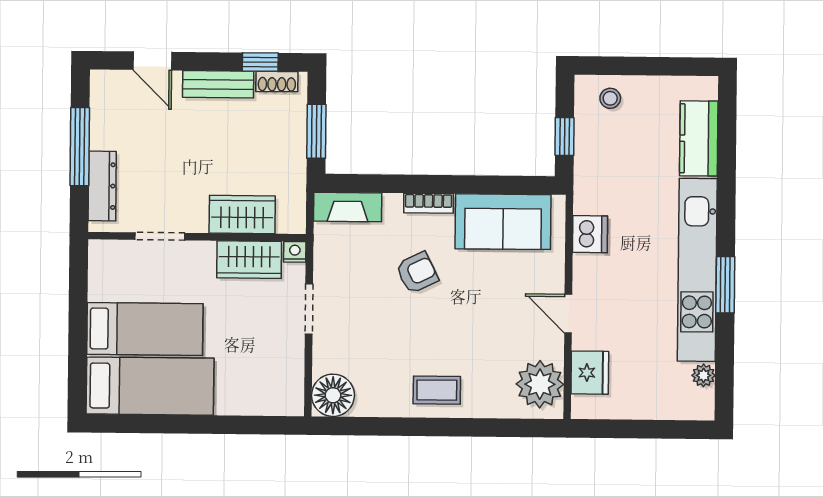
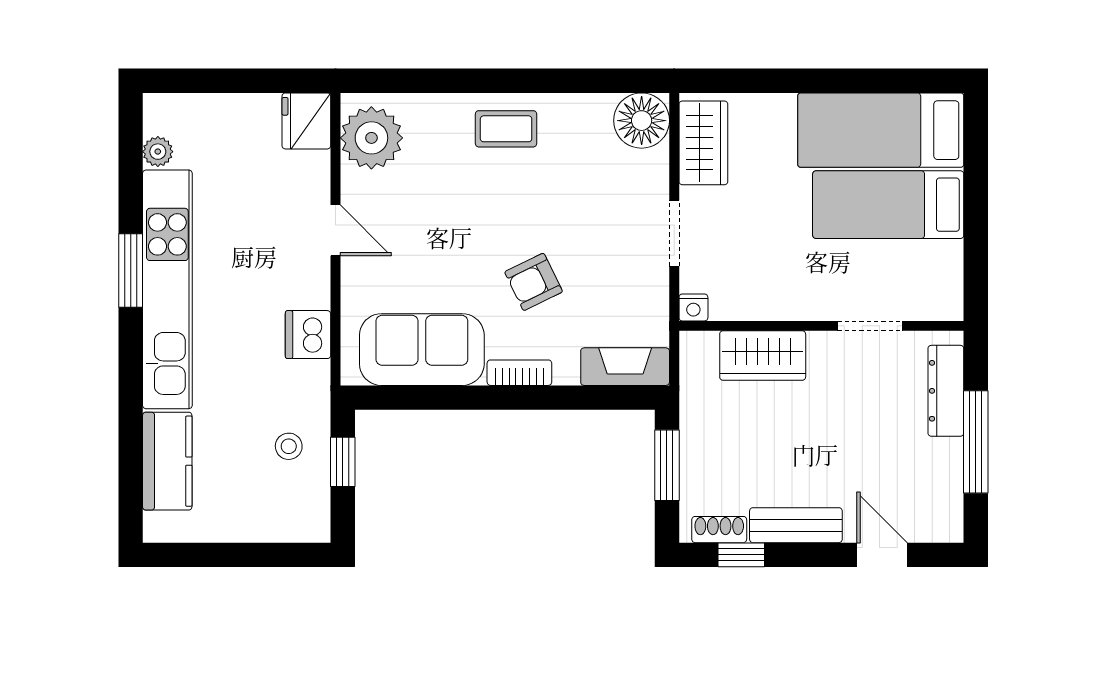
stool: (610, 98) -> (289, 446), moved
wardrobe: (249, 260) -> (703, 143), moved, turned 90
fridge: (590, 373) -> (306, 121), moved

